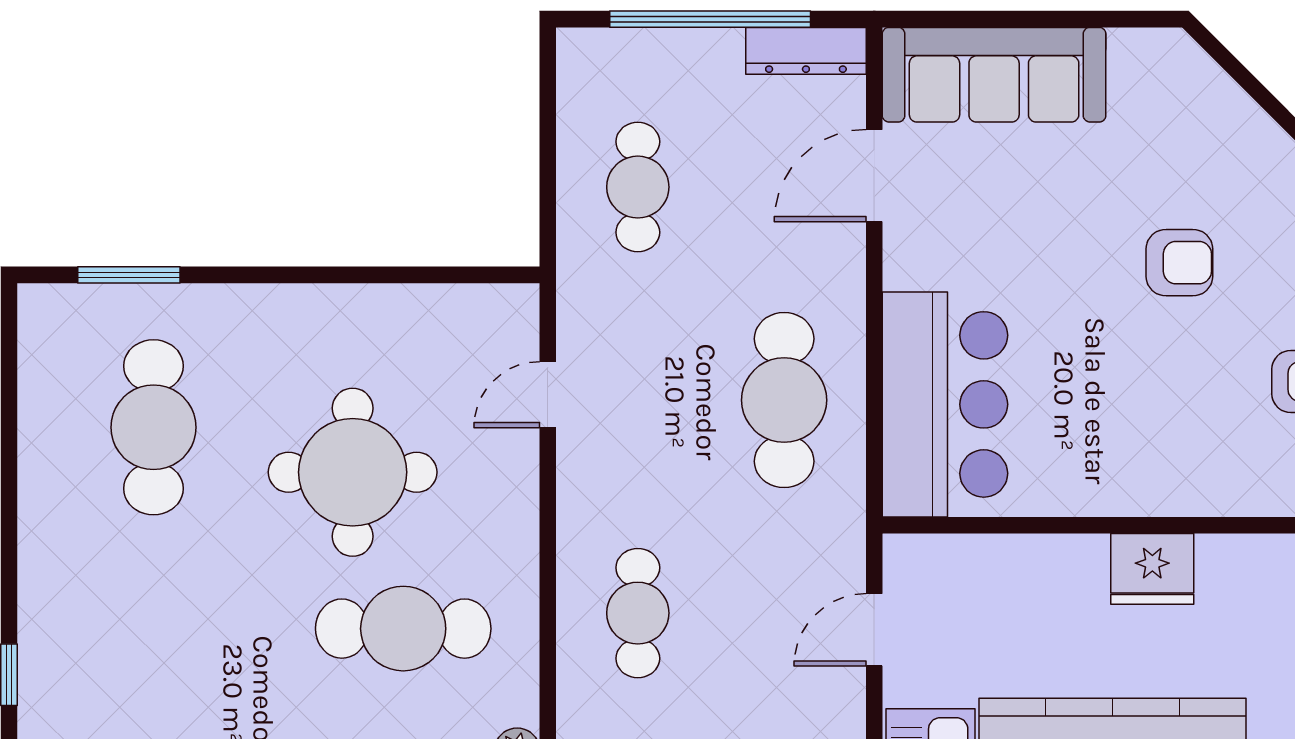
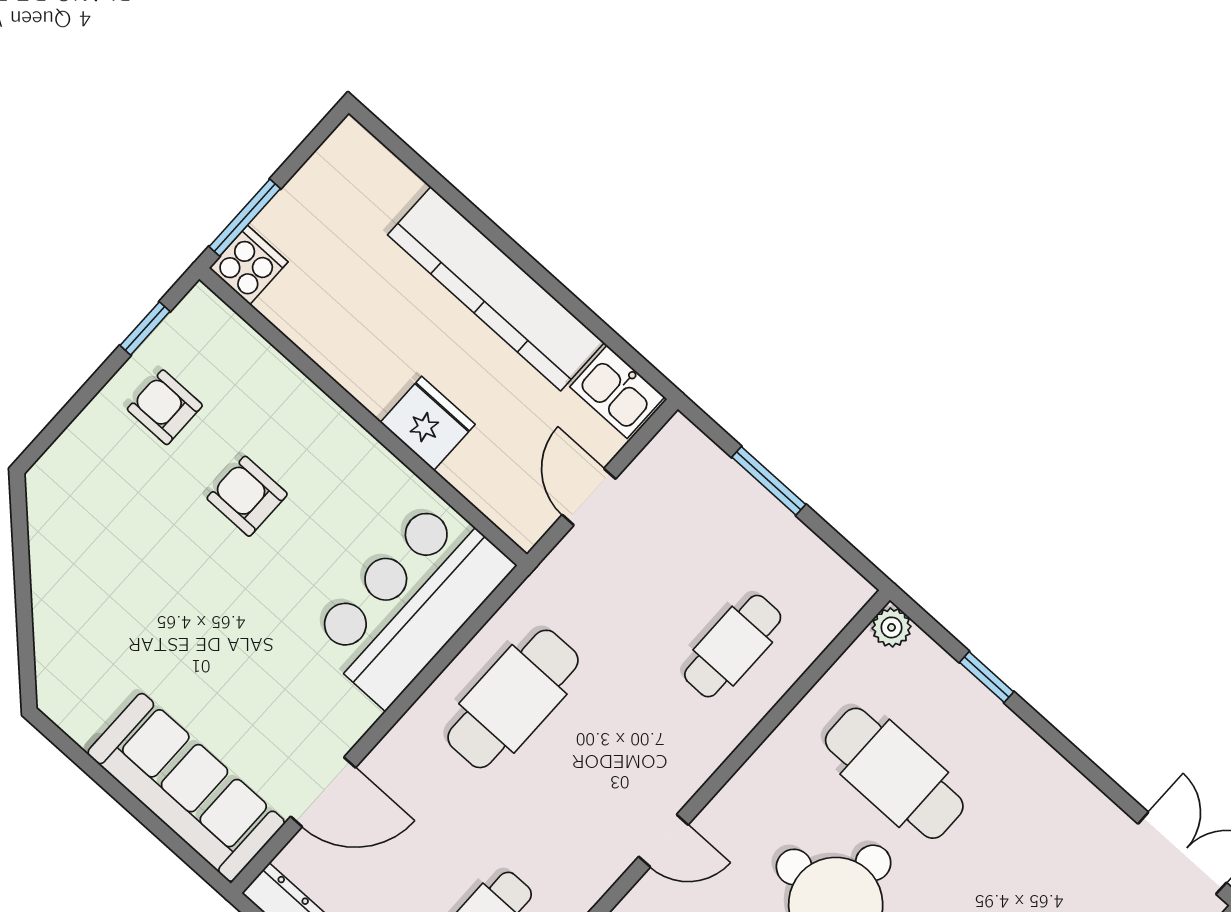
armchair: (1179, 263) -> (247, 496), moved
fridge: (1152, 569) -> (428, 423), moved
door: (874, 630) -> (589, 497), swing flipped

